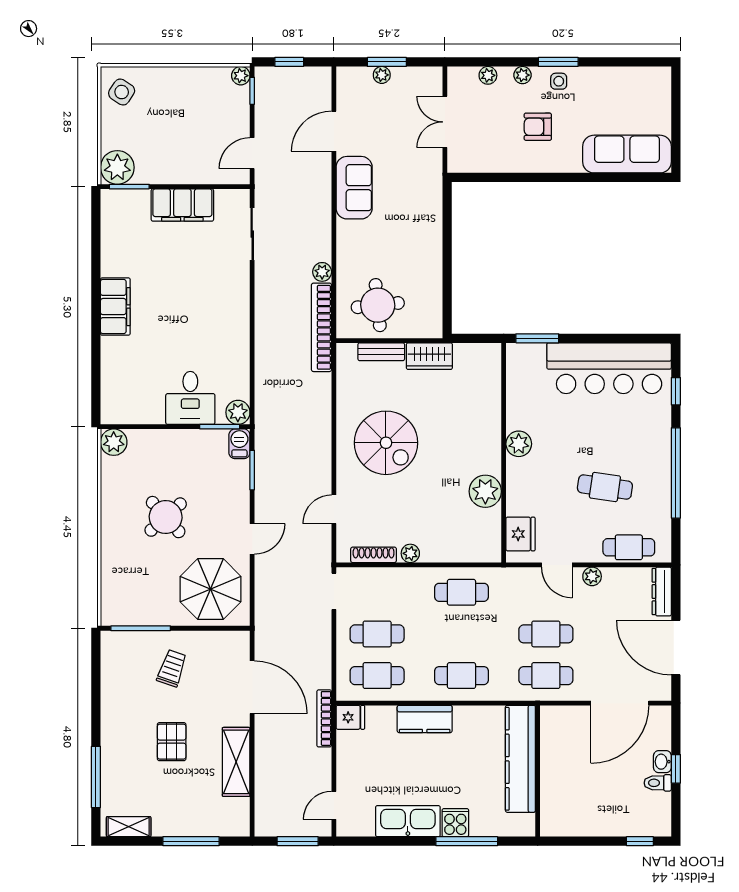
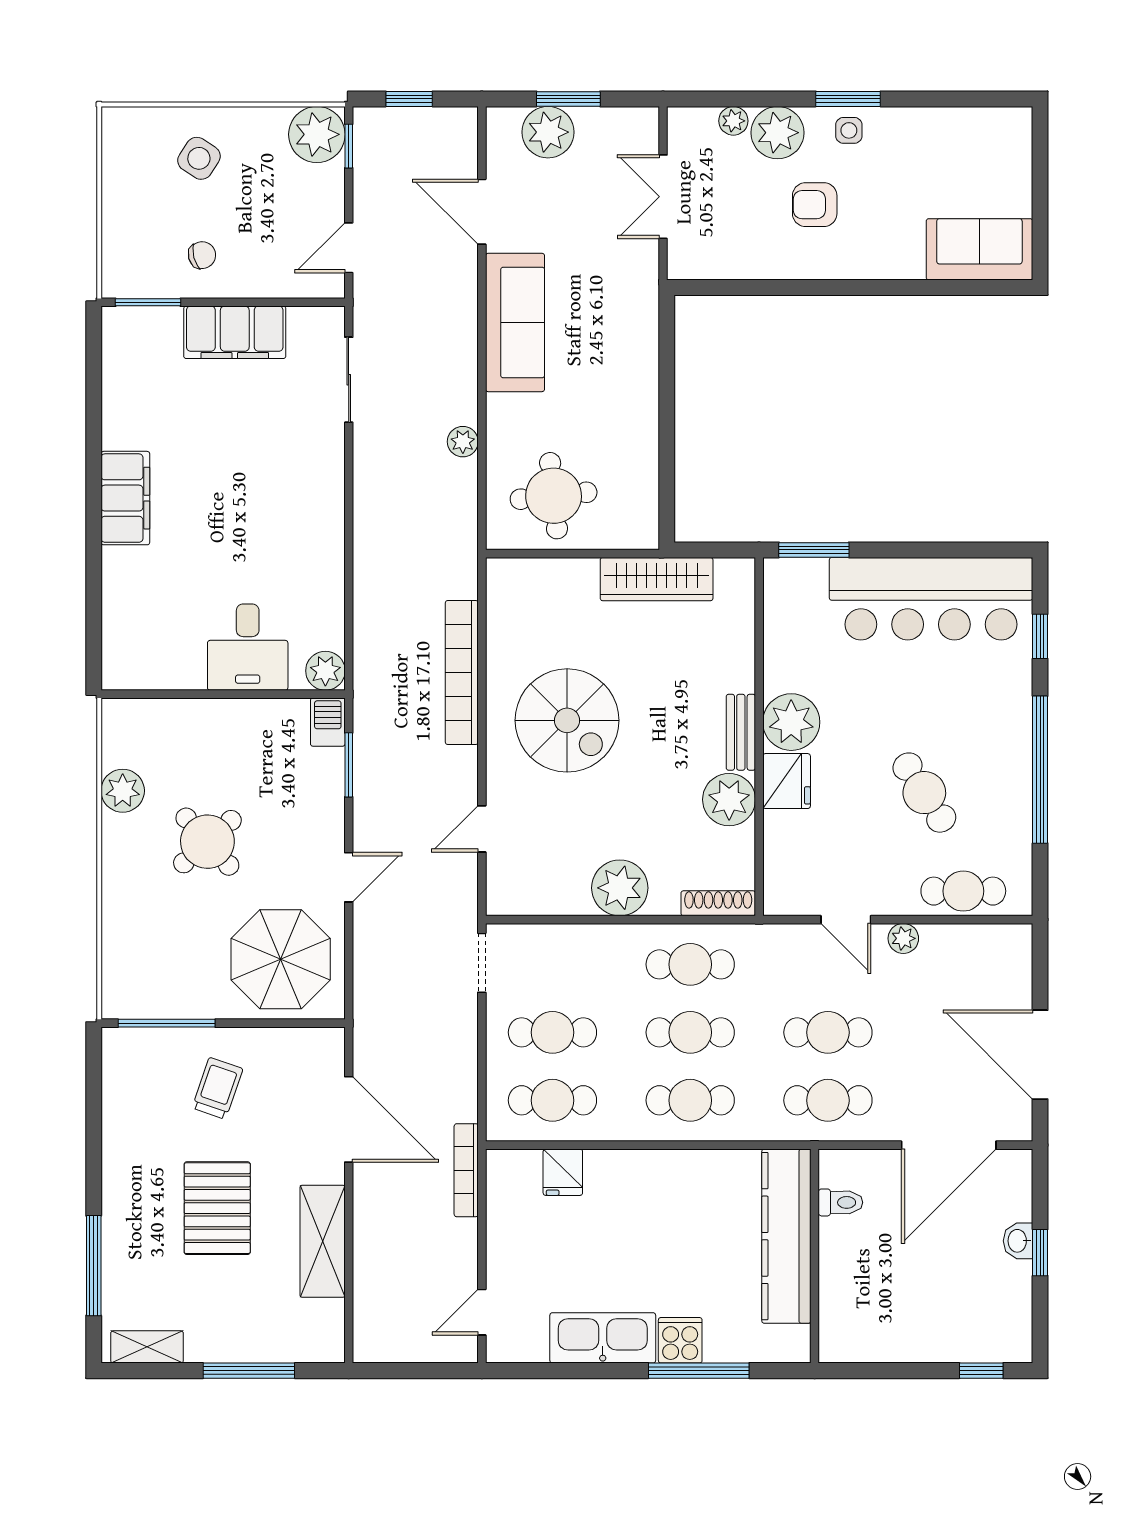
plant: (382, 75) -> (548, 132), width x1.87, depth x1.87
plant: (523, 75) -> (777, 133), width x1.88, depth x1.88
plant: (241, 76) -> (317, 134), width x1.87, depth x1.87
side table: (122, 92) -> (199, 158), moved
door: (334, 131) -> (482, 212), hinge flipped
sofa: (627, 154) -> (979, 249), width x0.73
chair: (162, 158) -> (202, 255), added
plant: (117, 167) -> (129, 271), removed
sofa: (354, 188) -> (515, 322), width x1.36
bookcase: (321, 327) -> (462, 673), moved
bench: (381, 352) -> (741, 732), moved, turned 90
wardrobe: (429, 356) -> (657, 579), width x1.50
window: (220, 427) -> (296, 694), removed
plant: (114, 442) -> (123, 791), moved
plant: (519, 444) -> (791, 722), width x1.36, depth x1.36
cafe table: (605, 487) -> (924, 793), turned 49
fridge: (521, 534) -> (787, 781), moved
plant: (410, 553) -> (620, 888), width x1.88, depth x1.88
shoe rack: (374, 555) -> (718, 903), moved
dresser: (662, 592) -> (1017, 963), removed
cafe table: (461, 634) -> (690, 1032), added
fridge: (350, 717) -> (563, 1172), moved, turned 90
kitchen counter: (425, 719) -> (630, 1171), removed
pallet: (172, 742) -> (217, 1208), width x1.50, depth x1.42
toilet: (658, 783) -> (840, 1202), moved, turned 180
window: (298, 841) -> (423, 1371), removed

